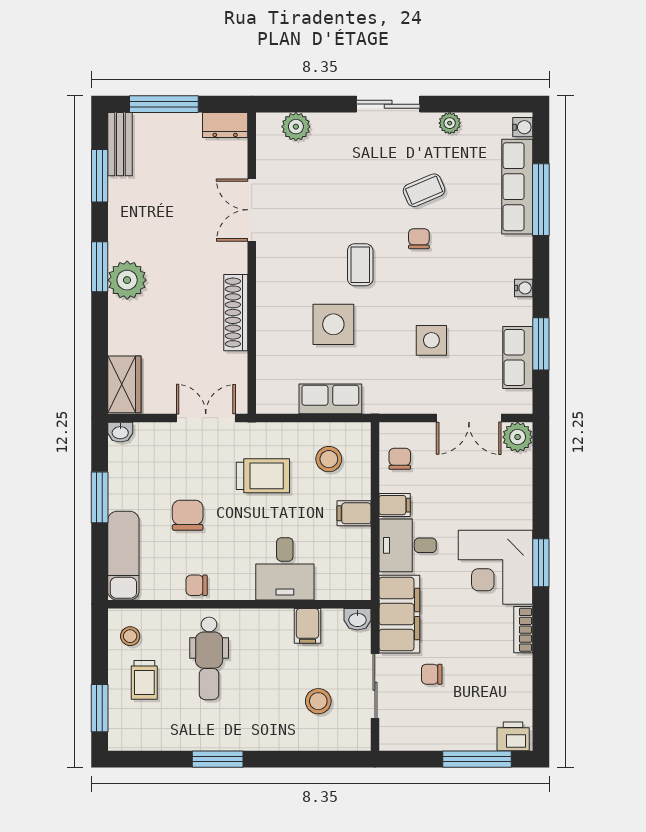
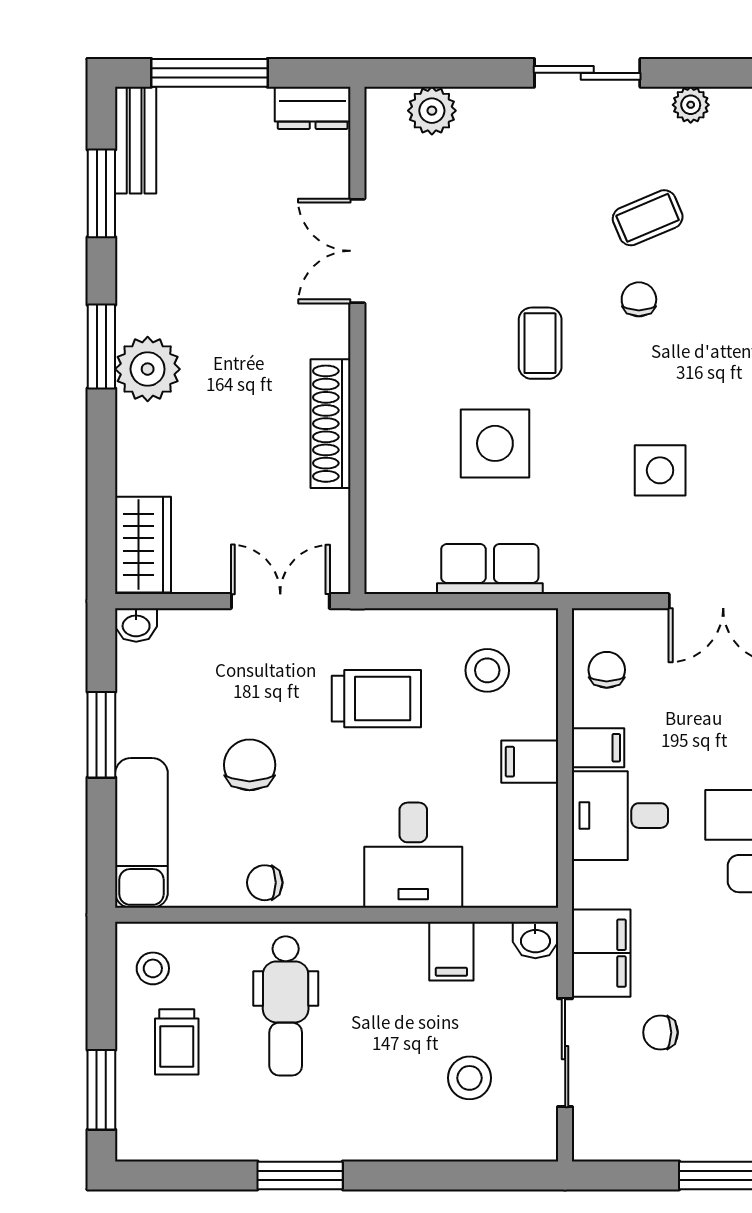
filing cabinet: (399, 614) -> (601, 953), width x0.67, depth x0.86

